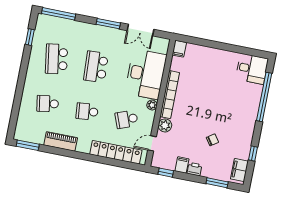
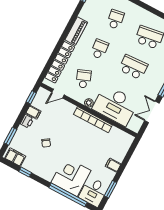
filing cabinet: (179, 49) -> (113, 165), moved
window: (243, 50) -> (111, 189), added
corner desk: (242, 100) -> (71, 177), added
plant: (165, 125) -> (69, 108), removed
piano: (61, 141) -> (76, 31), moved
door: (152, 143) -> (58, 94), swing flipped

